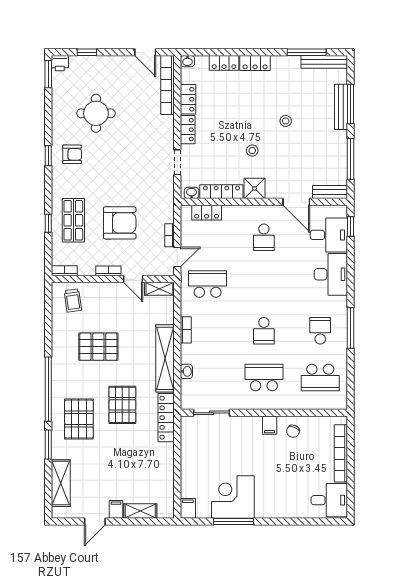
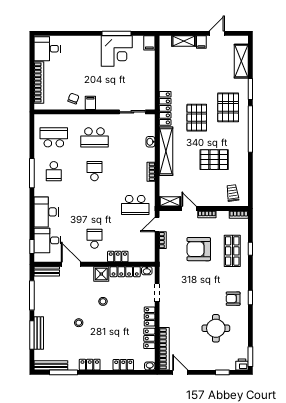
locker: (255, 63) -> (90, 365), moved
locker: (207, 213) -> (118, 257), moved

